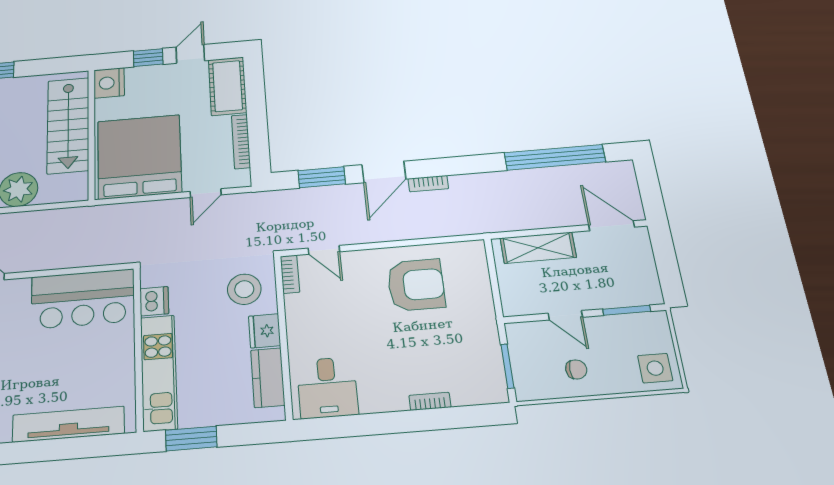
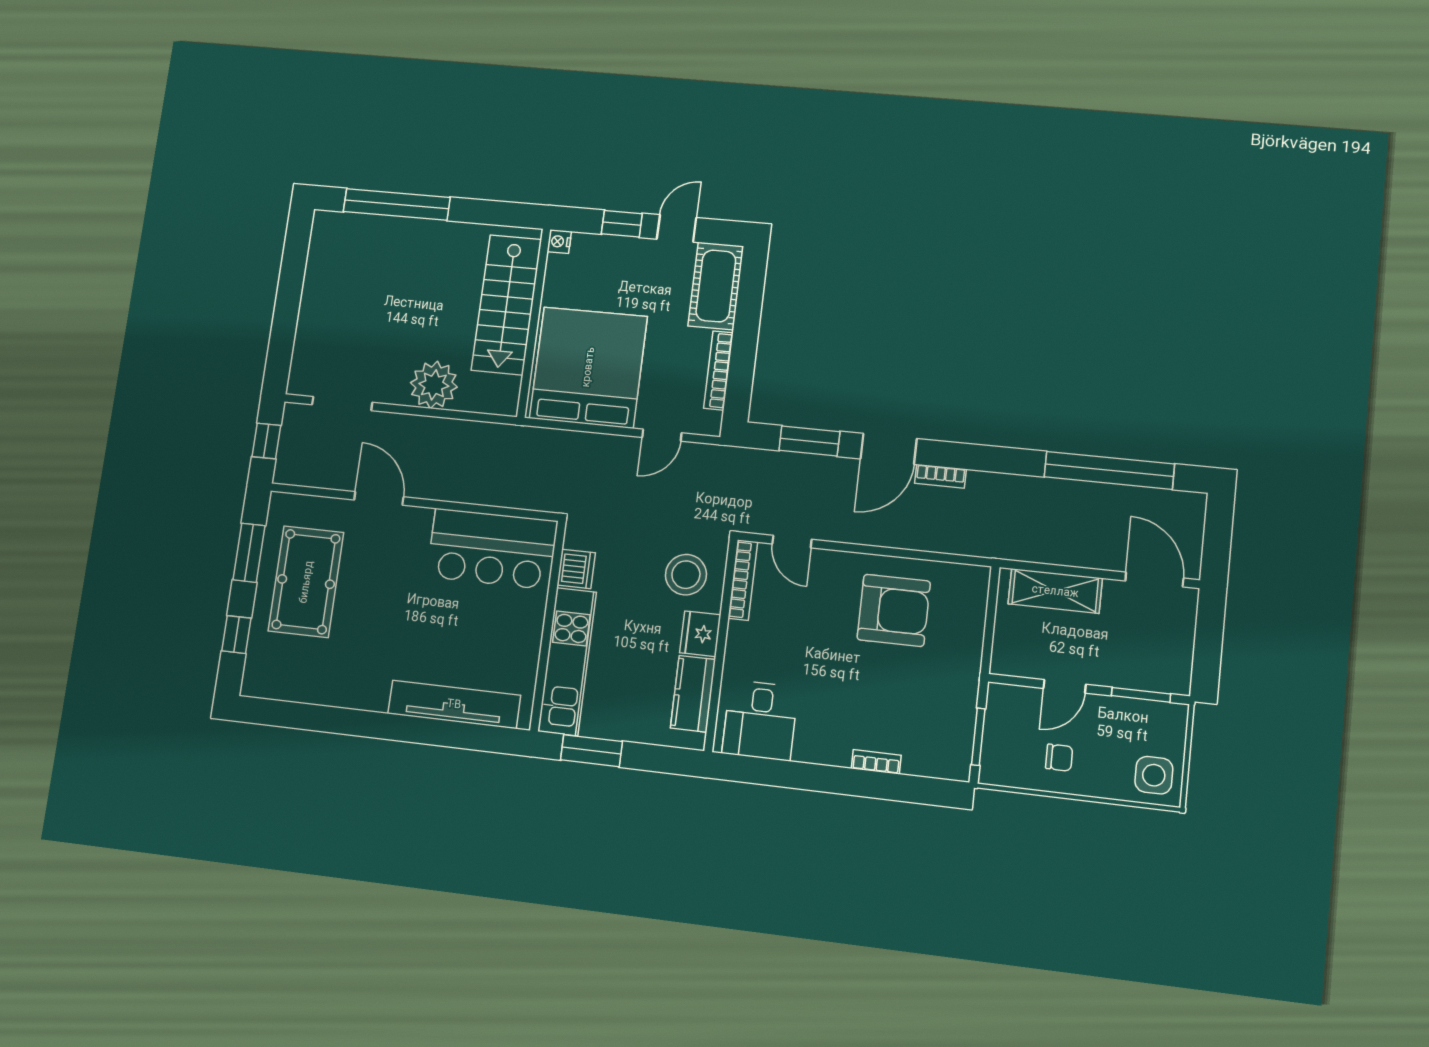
nightstand: (109, 83) -> (559, 241), width x0.53, depth x0.56
bookcase: (290, 274) -> (743, 580), width x1.56
door: (565, 315) -> (1065, 686), hinge flipped

